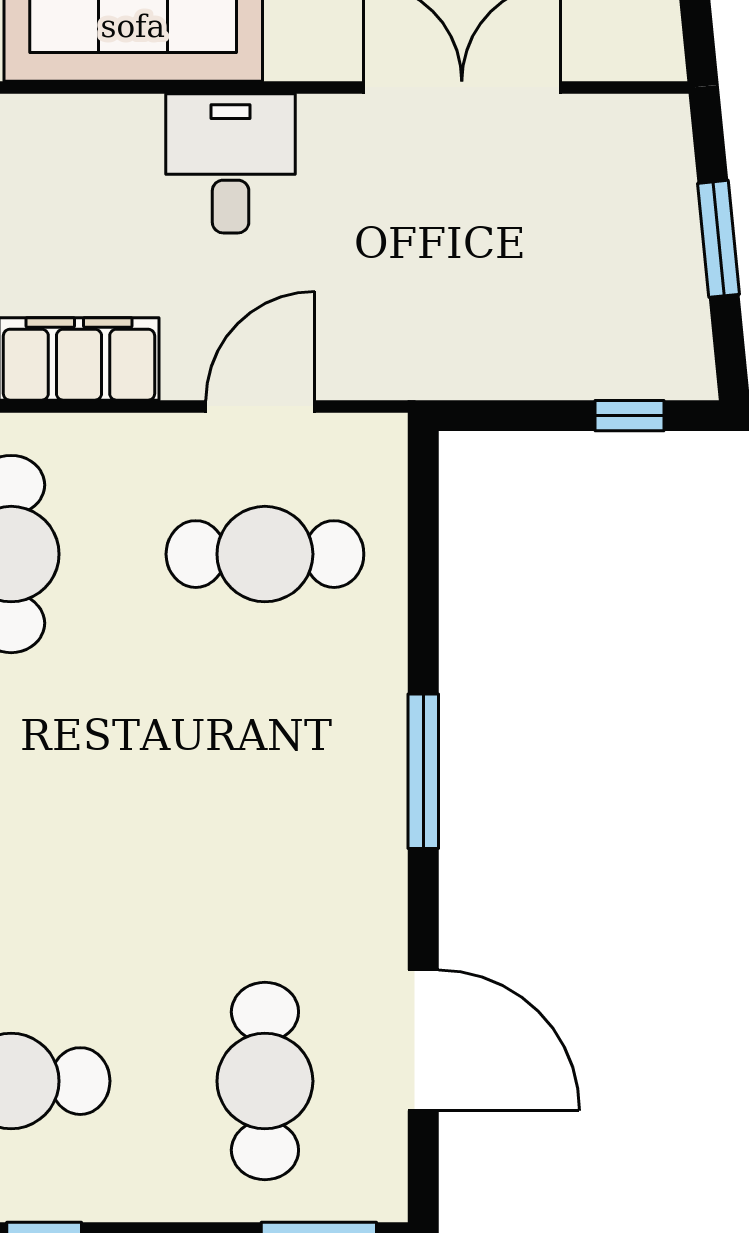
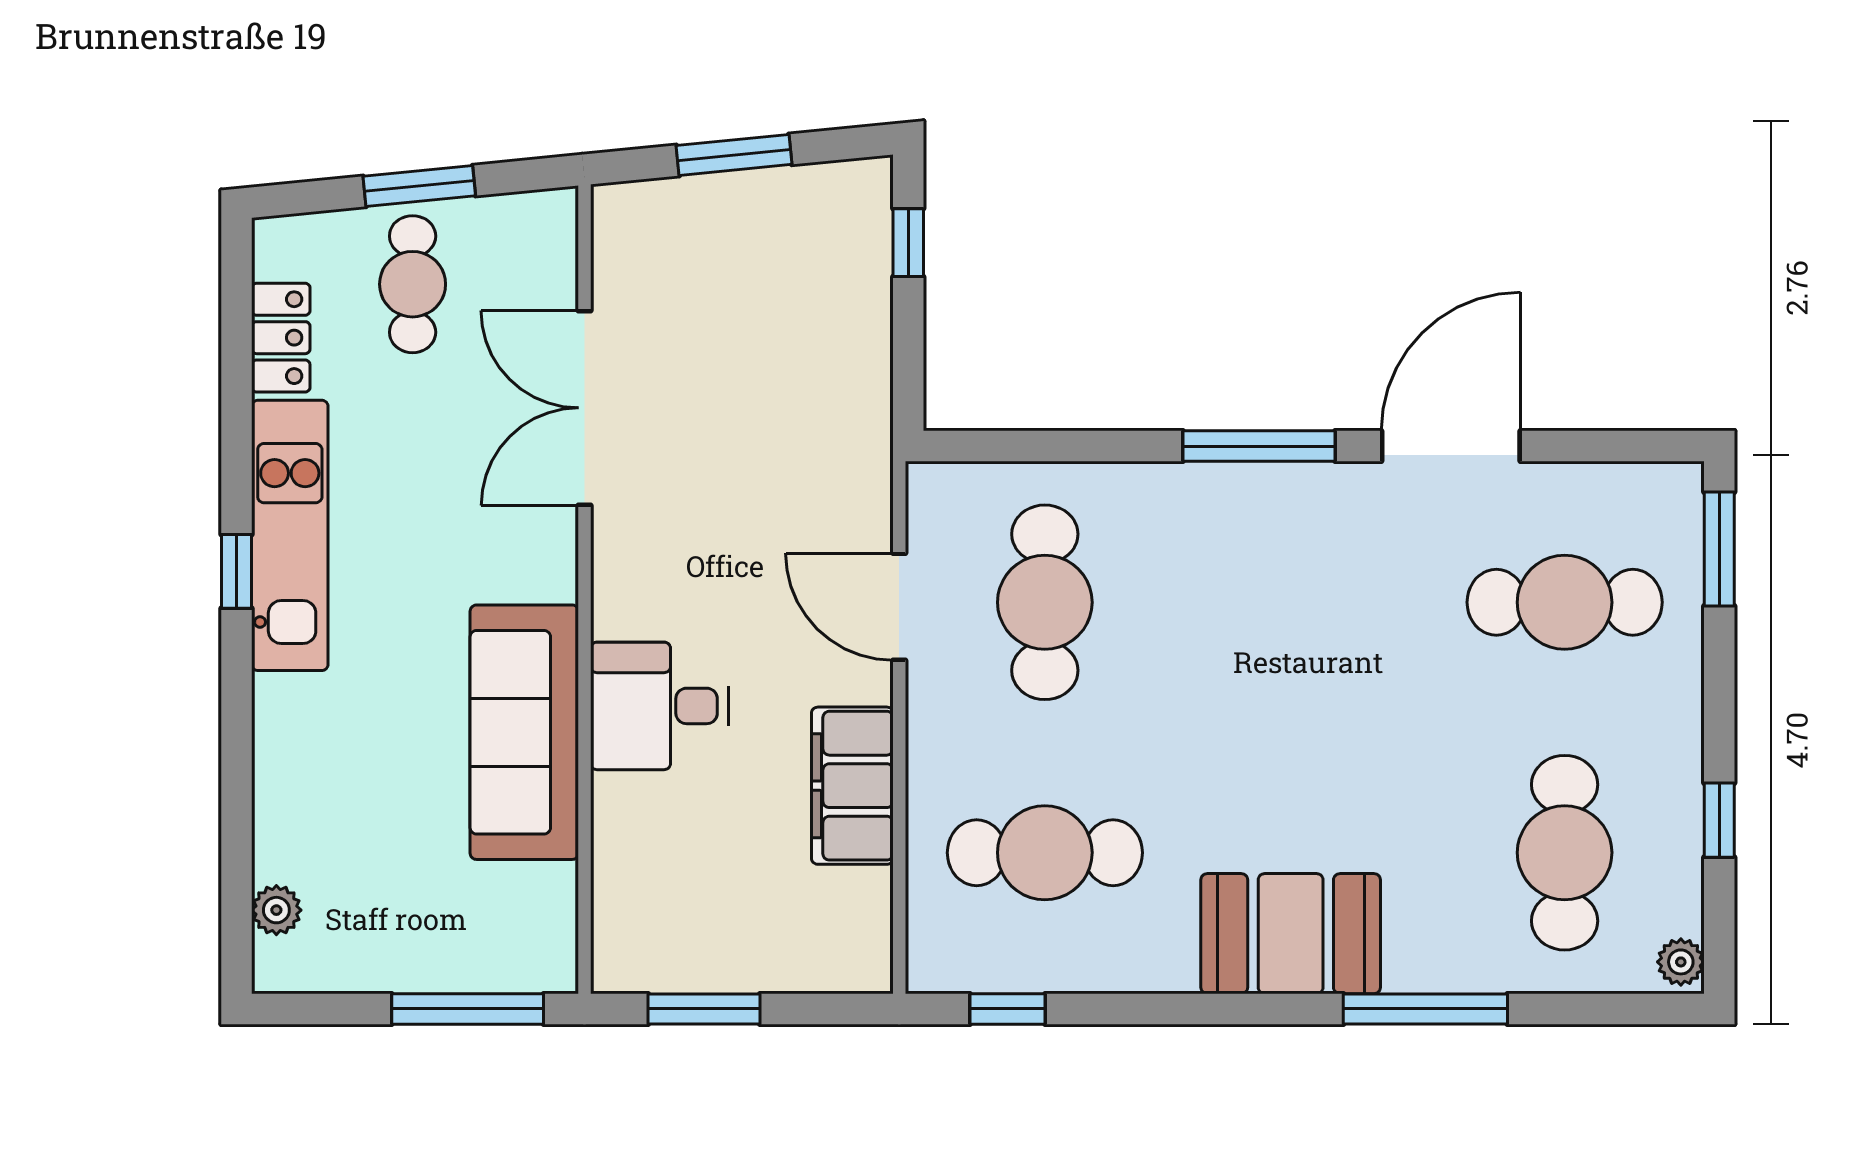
desk: (231, 163) -> (659, 706), moved
door: (423, 1040) -> (1451, 446), moved

